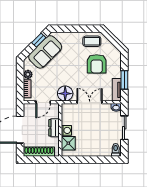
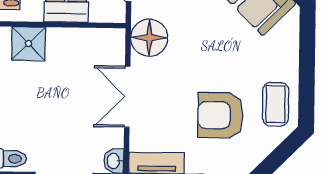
double door: (90, 102) -> (127, 97), swing flipped
washing machine: (66, 130) -> (59, 39), removed

